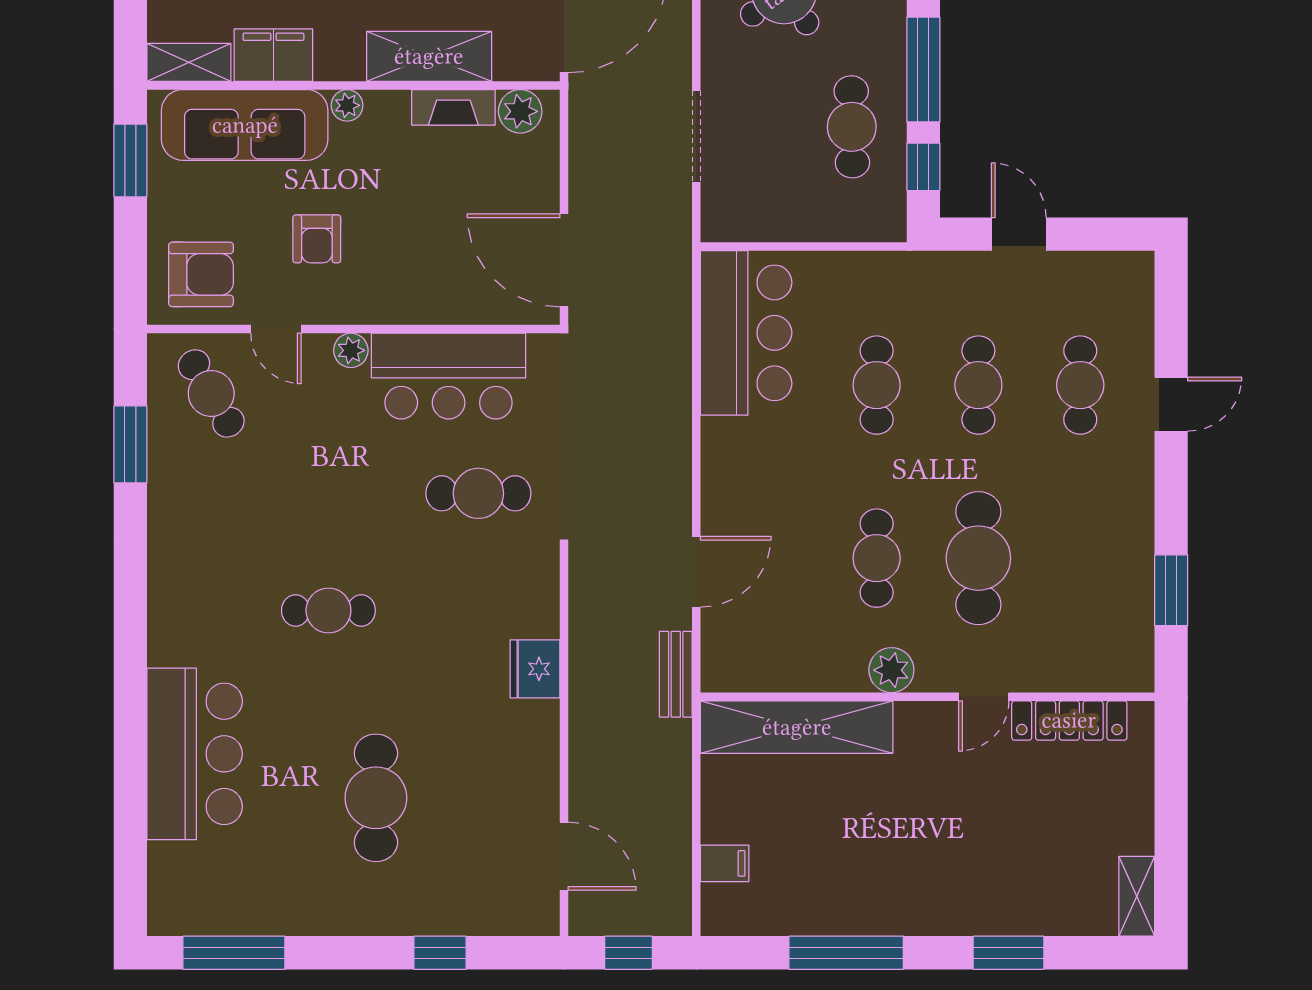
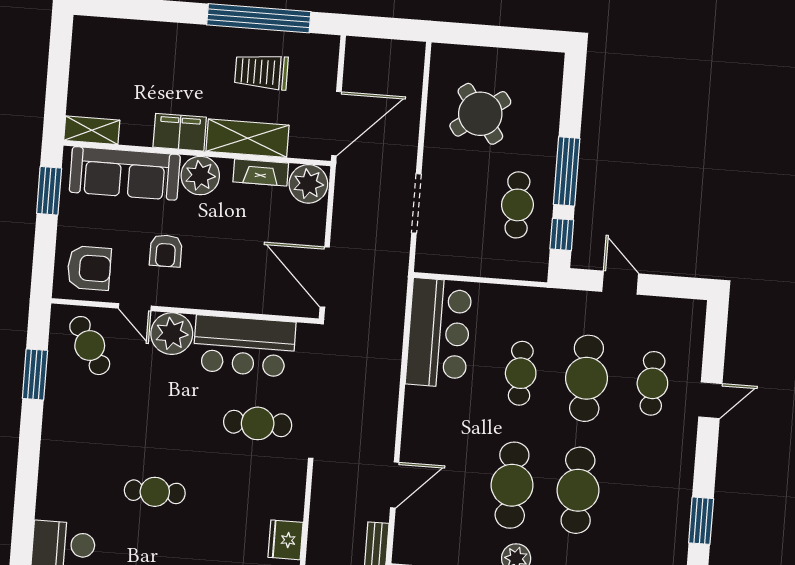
filing cabinet: (273, 55) -> (180, 132), moved
plant: (347, 105) -> (200, 176), width x1.88, depth x1.88
plant: (520, 111) -> (308, 184), width x1.36, depth x1.36
plant: (351, 350) -> (172, 334), width x1.88, depth x1.88
cafe table: (978, 385) -> (587, 378), width x1.37, depth x1.35
cafe table: (877, 558) -> (512, 485), width x1.37, depth x1.35

